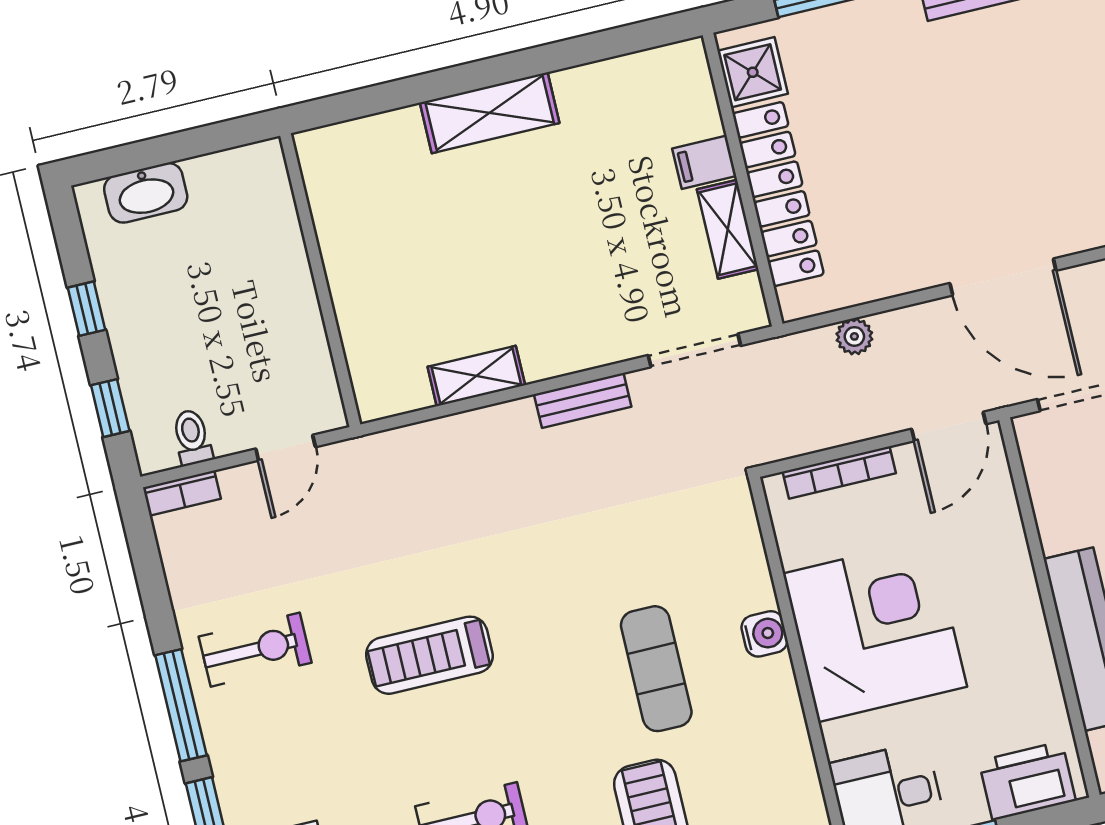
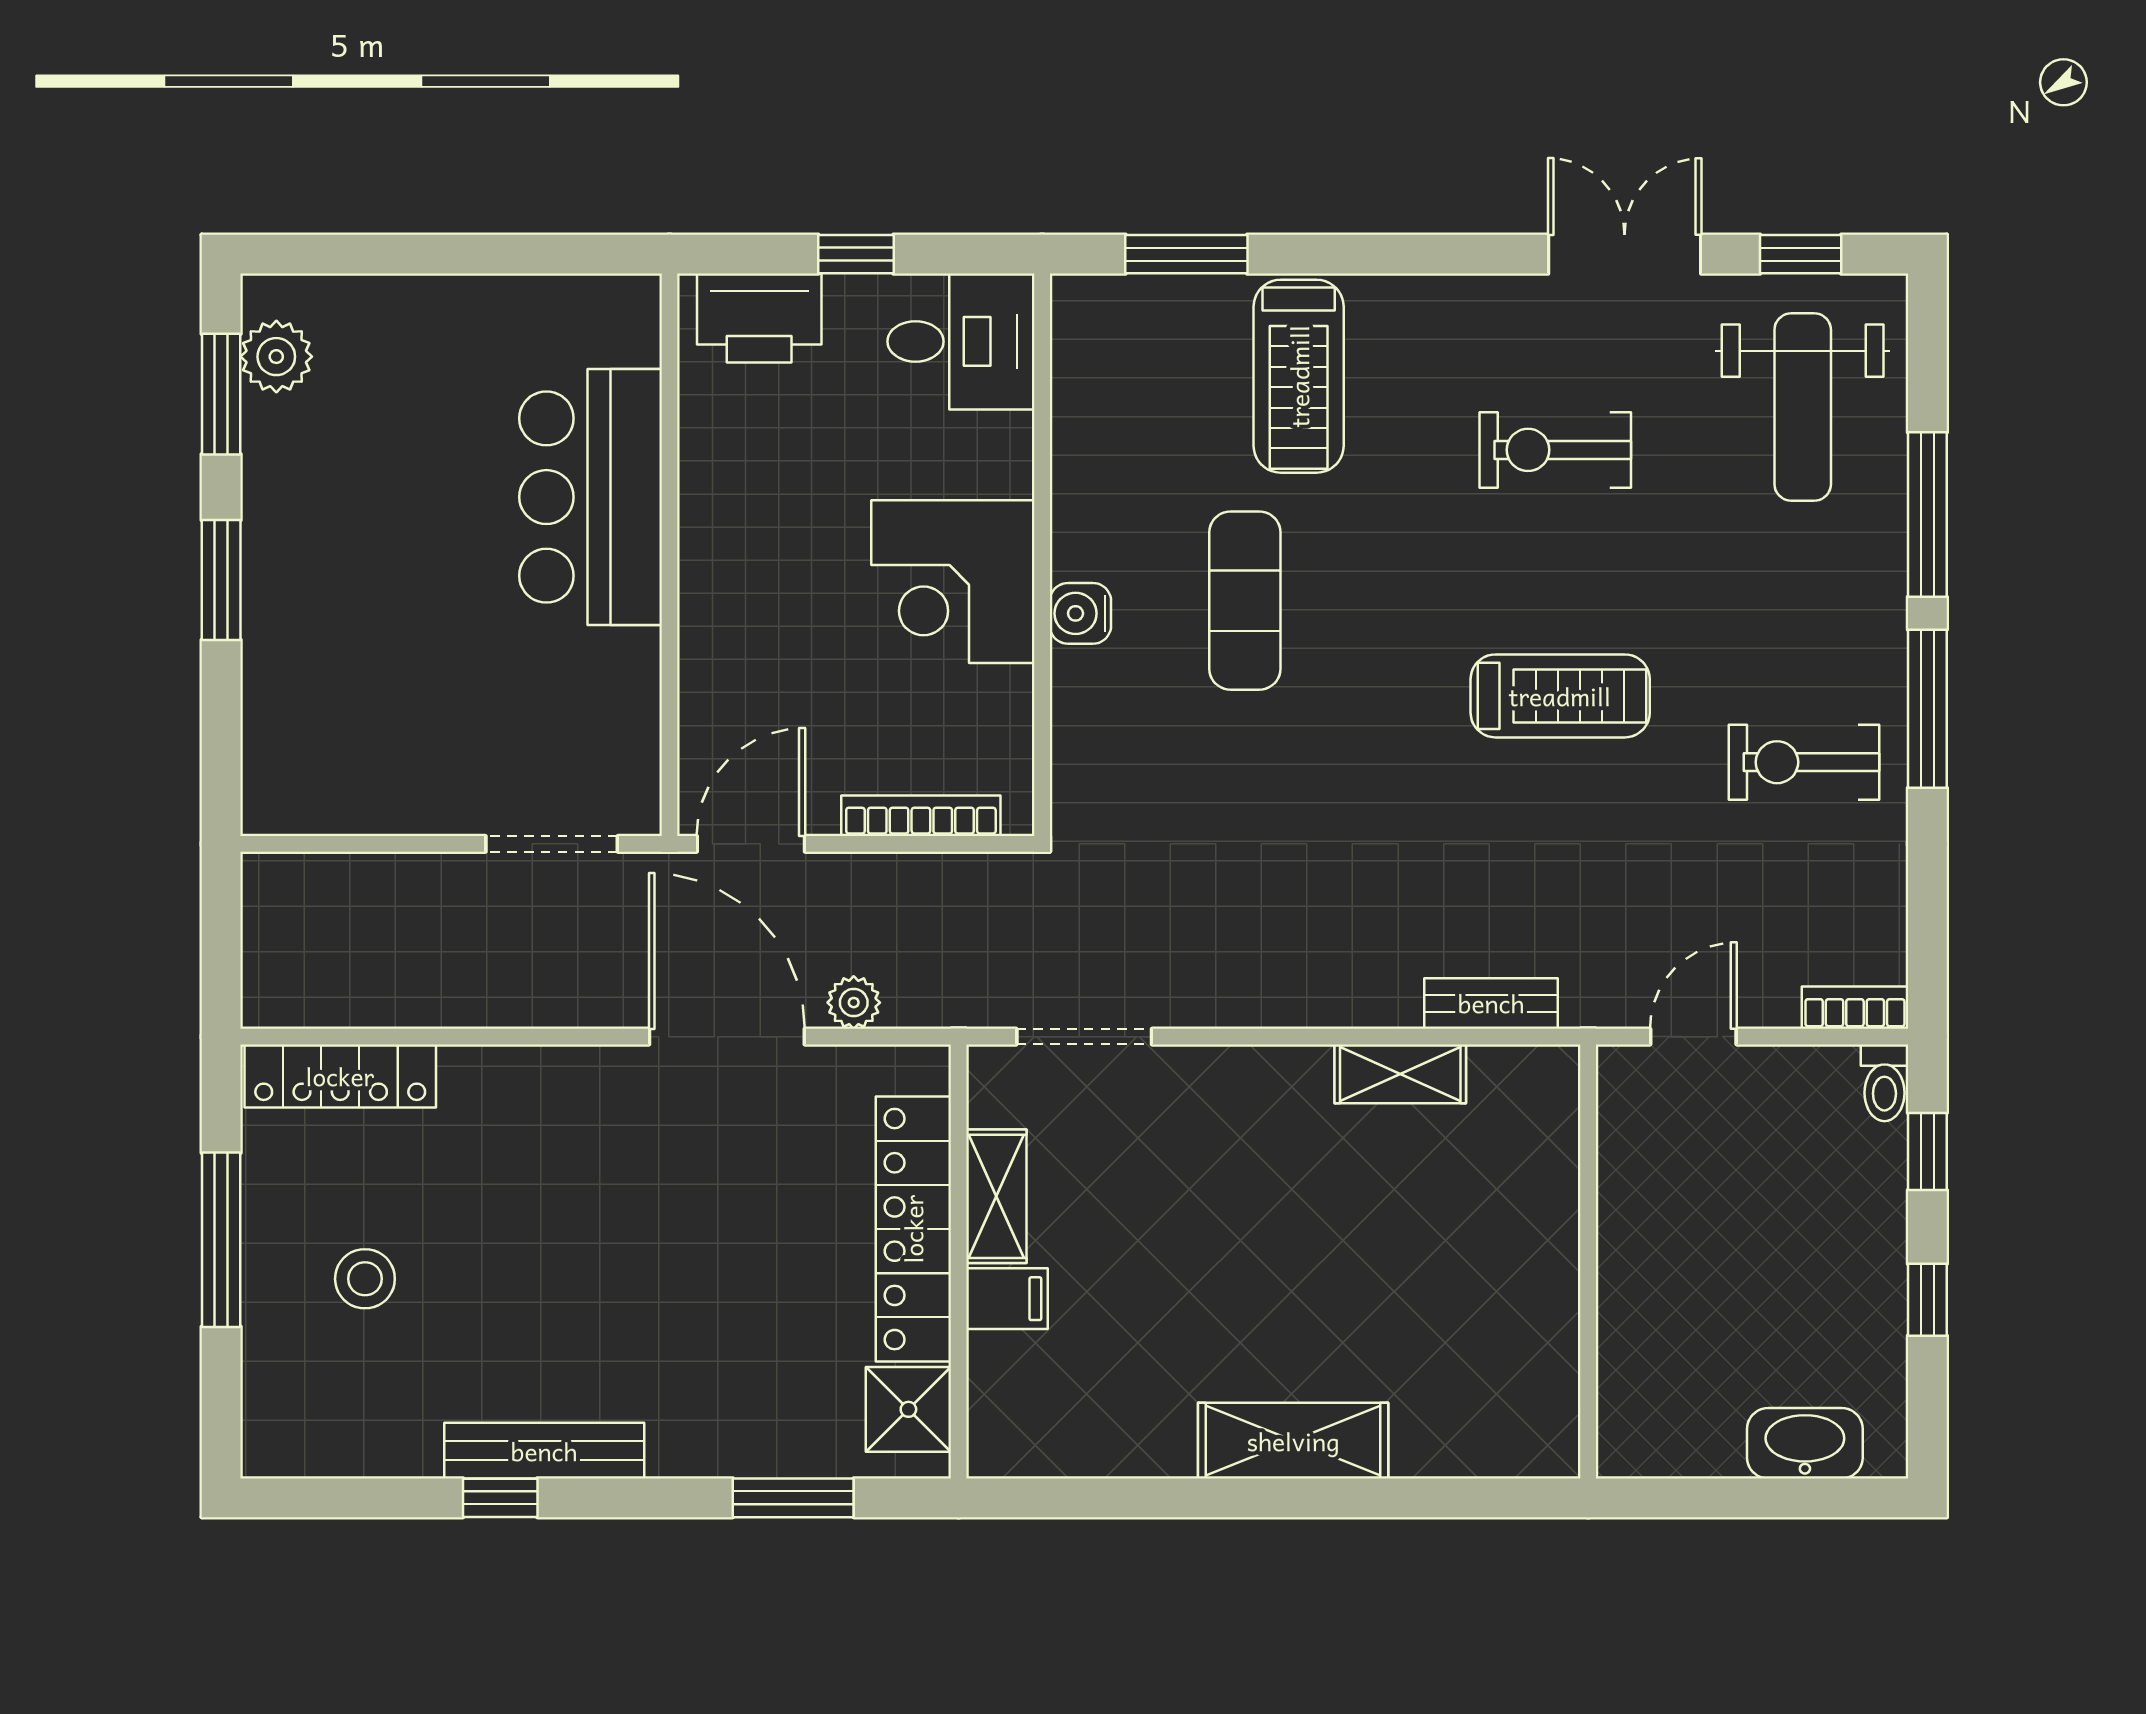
door: (1003, 277) -> (727, 1037), moved
bench: (583, 401) -> (1491, 1003), moved
toilet: (192, 437) -> (1884, 1083), moved
corner desk: (875, 630) -> (953, 582), width x0.74, depth x0.74

